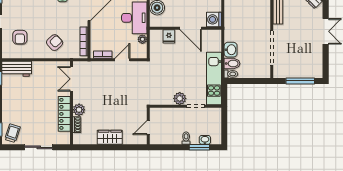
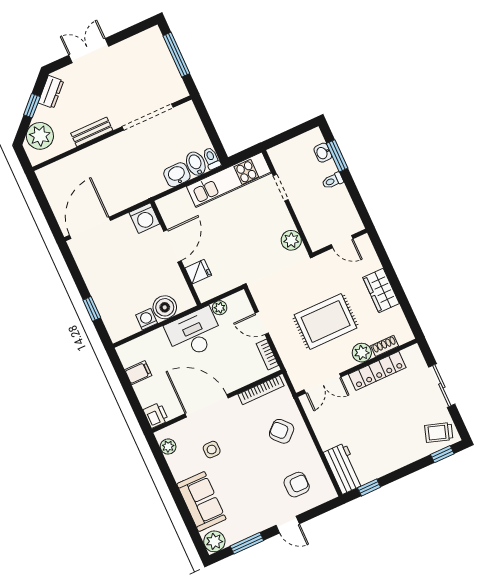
rug: (107, 97) -> (326, 321), added
plant: (180, 98) -> (291, 240), moved

